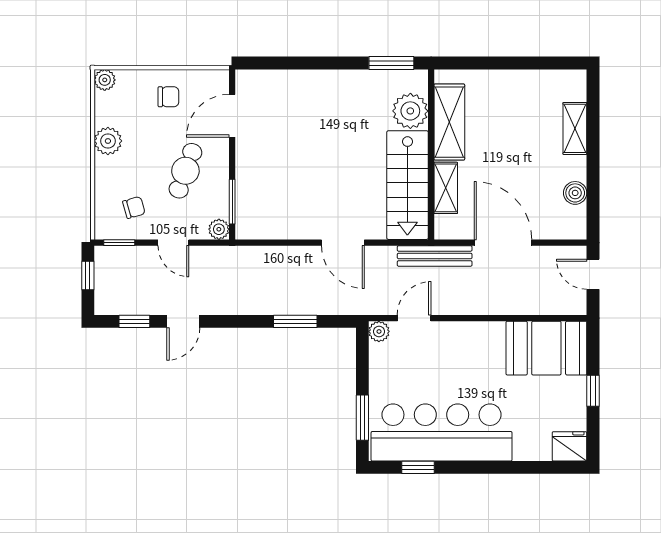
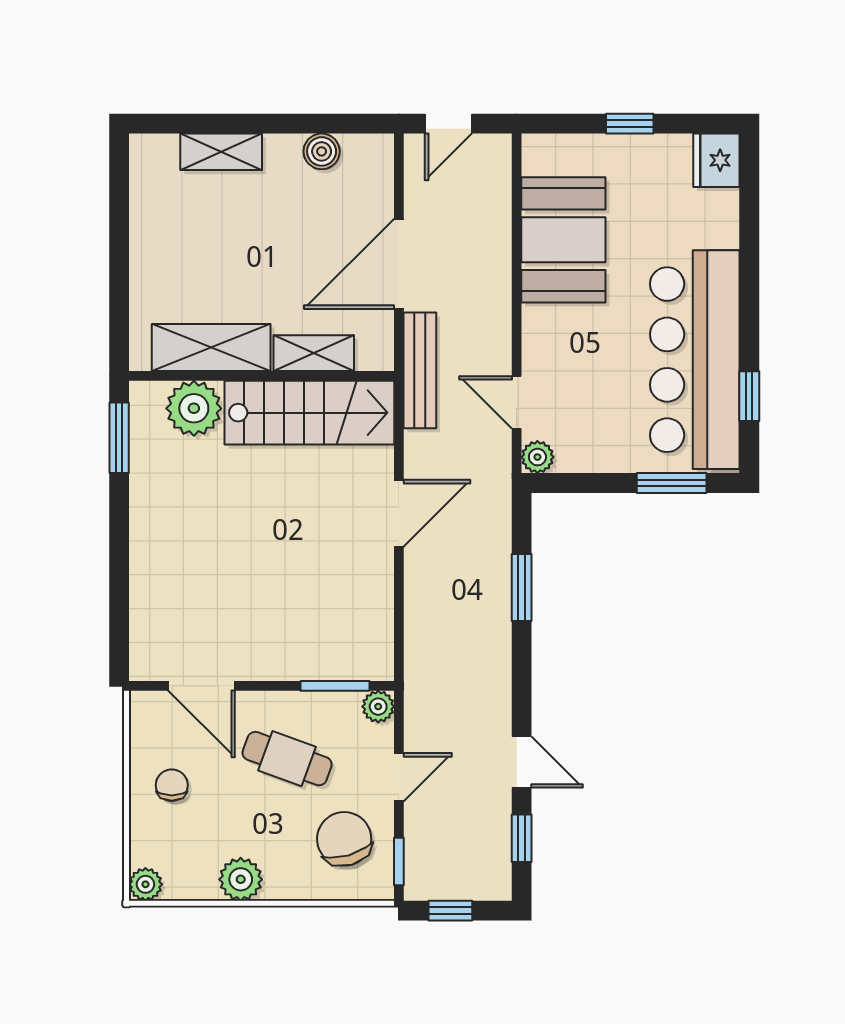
chair: (134, 207) -> (344, 839), width x1.87, depth x1.87
booth: (546, 348) -> (563, 240), moved

